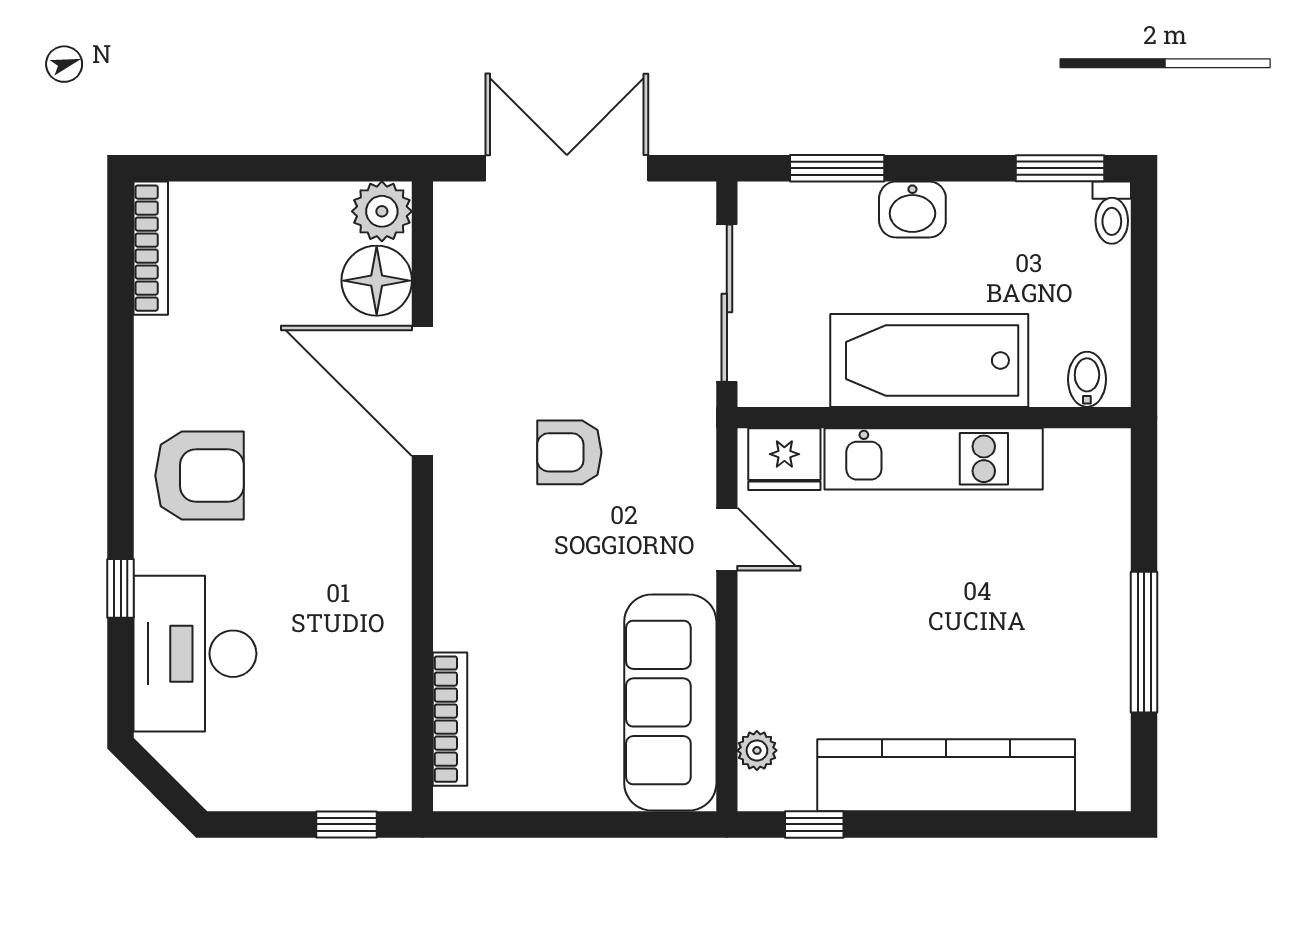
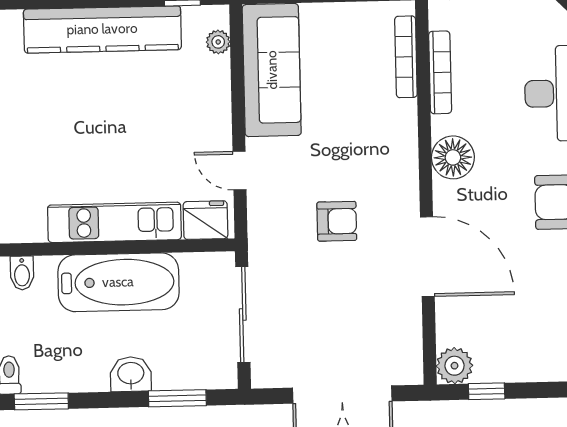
window: (330, 168) -> (487, 391), added
floor lamp: (377, 281) -> (453, 157), moved
bookcase: (395, 692) -> (440, 72), added

